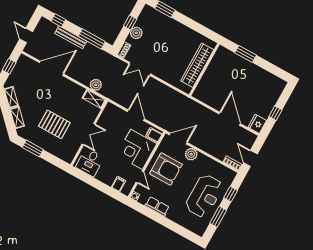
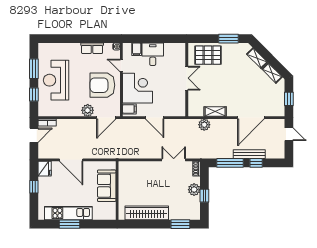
window: (58, 20) -> (256, 163), moved
window: (246, 54) -> (69, 224), moved
wardrobe: (197, 65) -> (147, 213), moved, turned -90
kitchen unit: (258, 73) -> (68, 213), added
sofa: (211, 79) -> (107, 186), added
shelving: (94, 99) -> (215, 111), moved
pallet: (54, 124) -> (208, 55), moved
double door: (89, 134) -> (187, 78), swing flipped
door: (250, 158) -> (34, 135), hinge flipped
desk: (90, 162) -> (153, 54), moved

